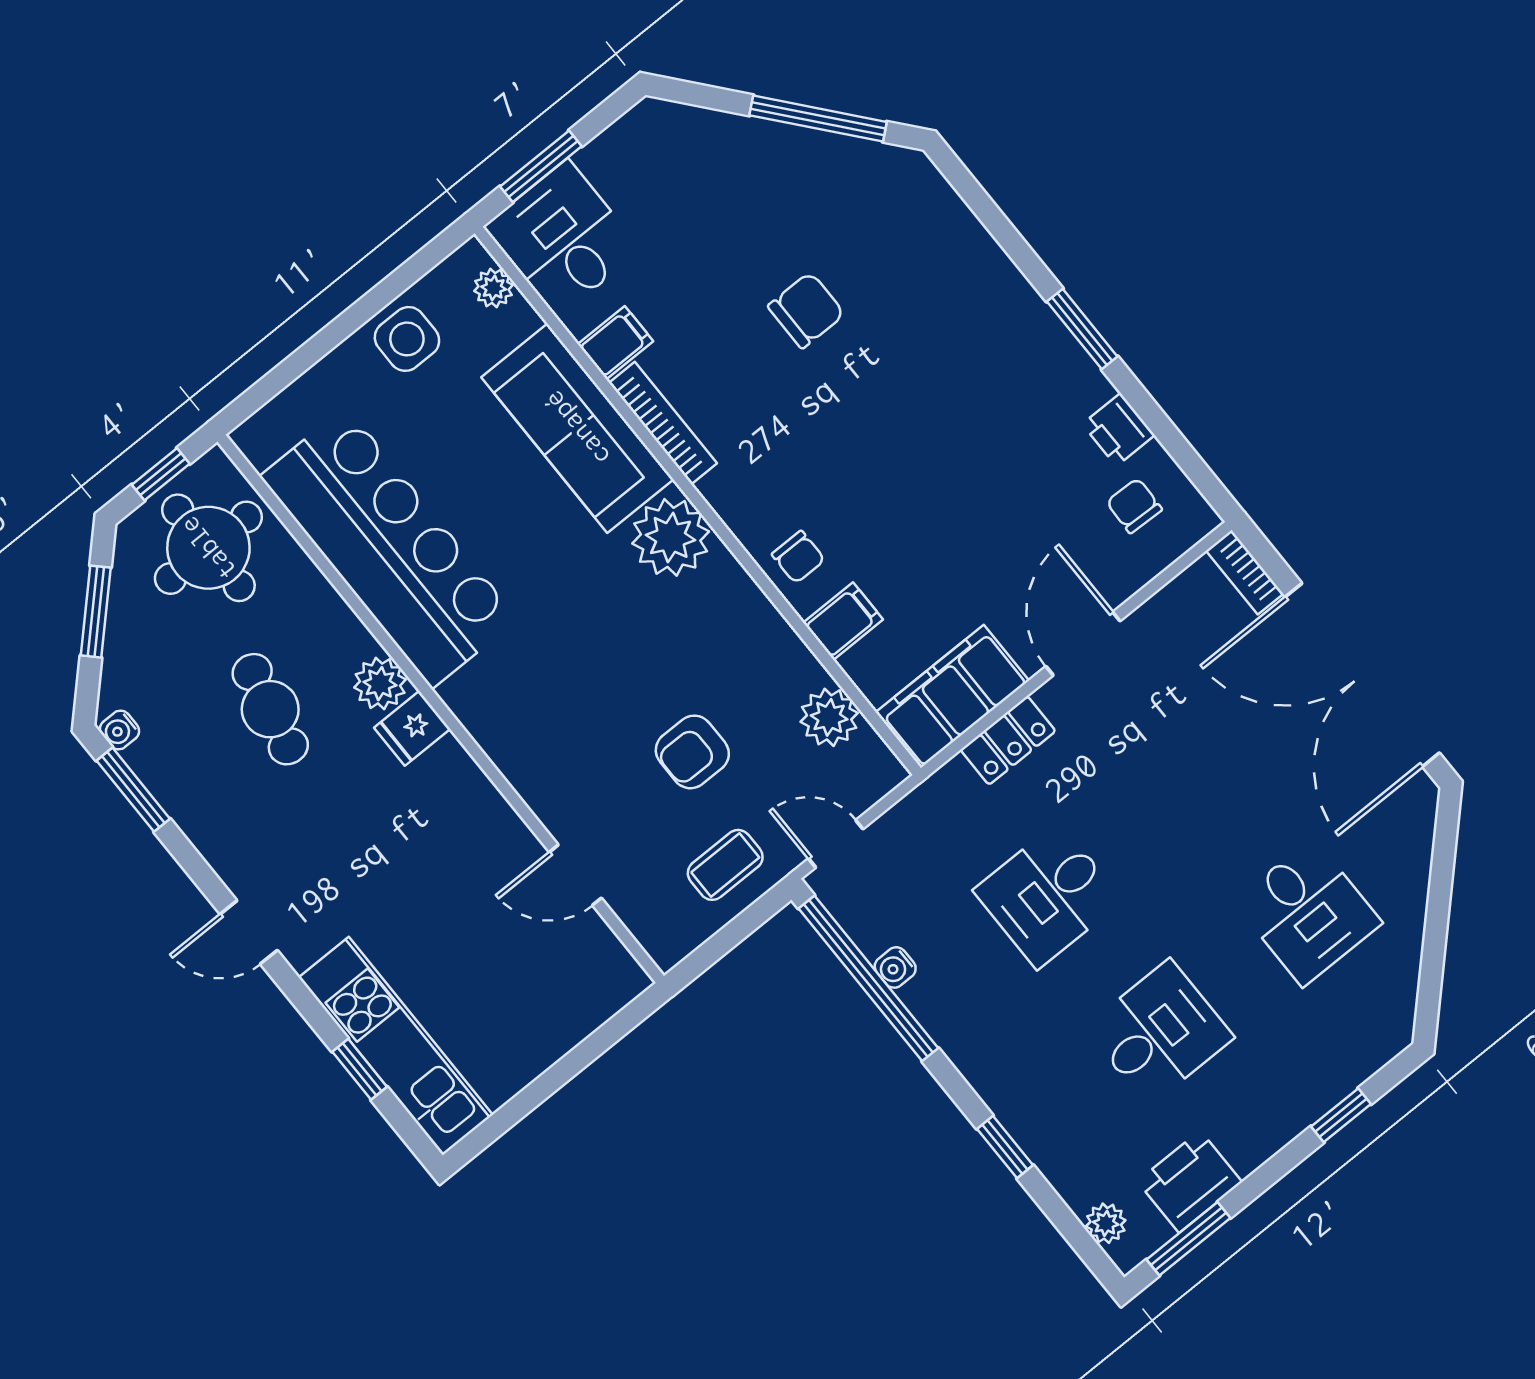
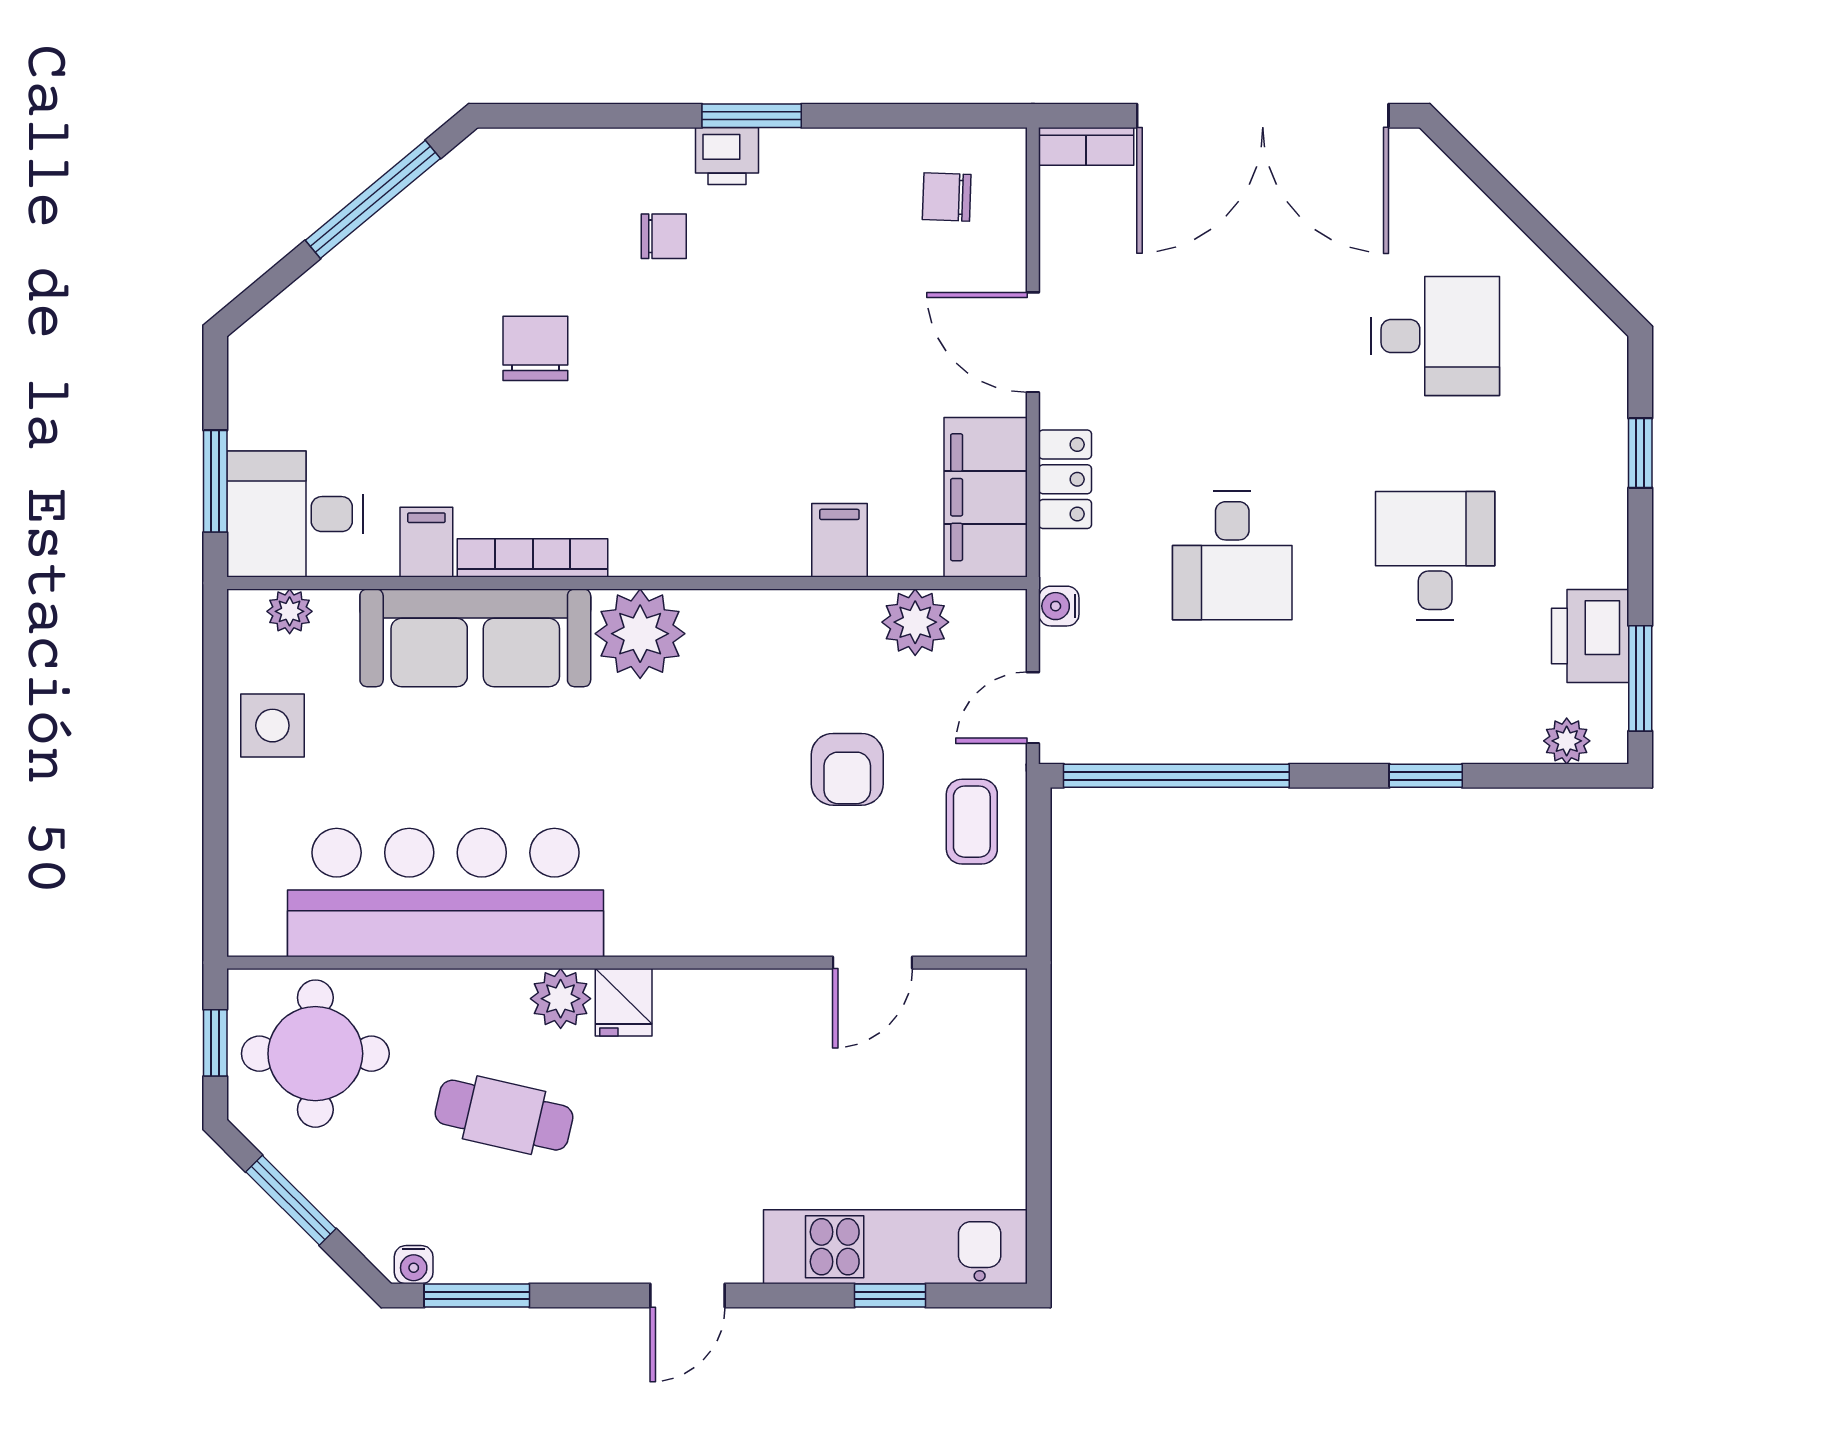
printer: (1118, 430) -> (727, 156), moved
chair: (798, 557) -> (664, 236), moved
water cooler: (895, 967) -> (1059, 606), moved, turned 90

